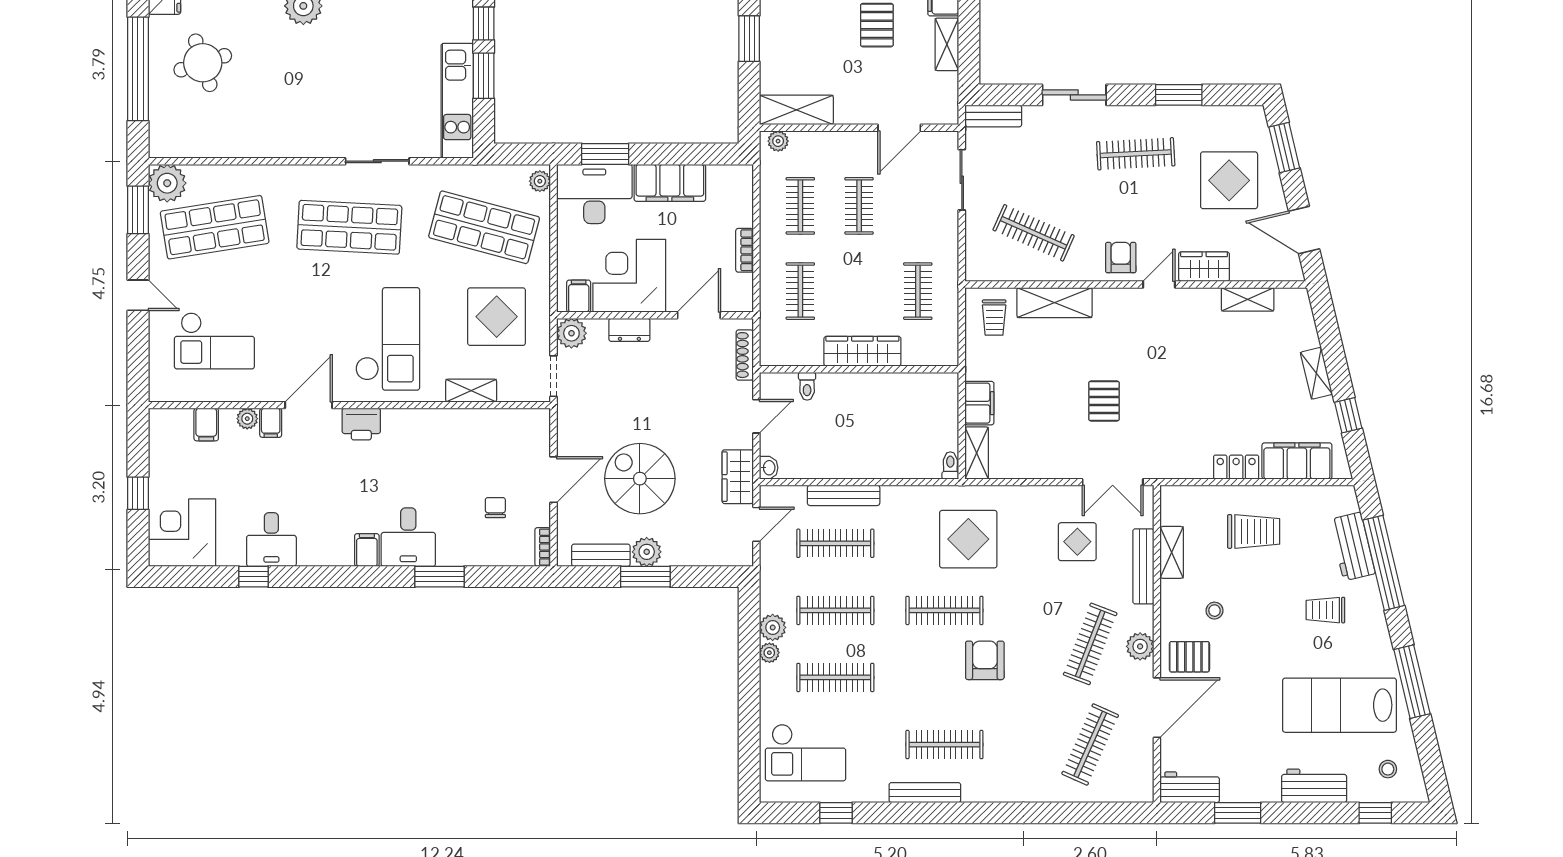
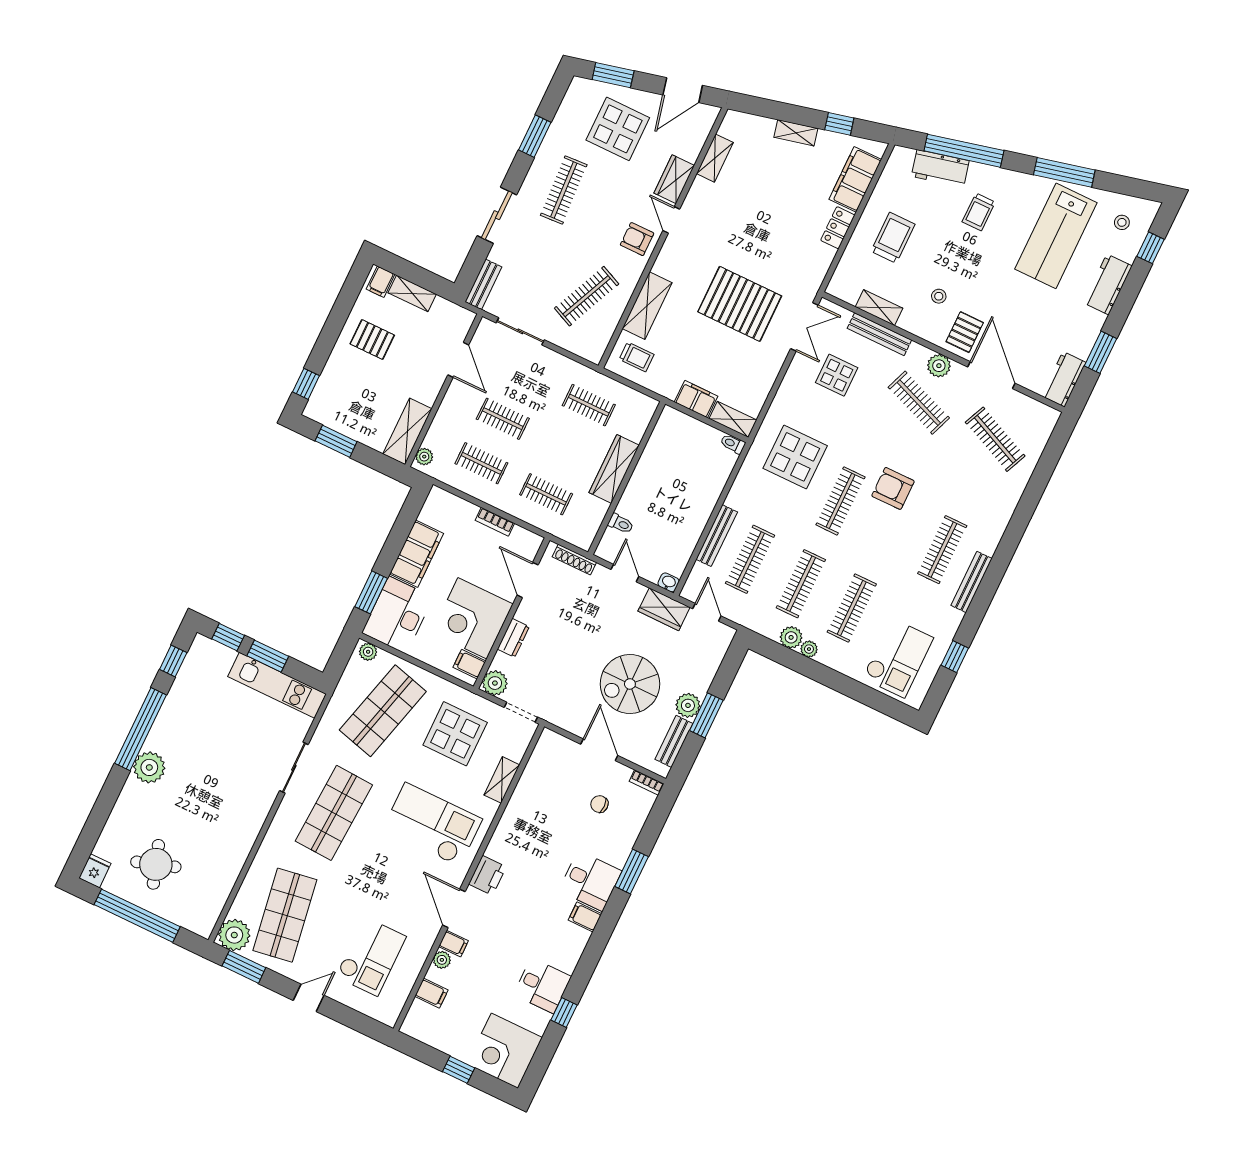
pallet: (1104, 401) -> (740, 304), width x2.05, depth x2.00

